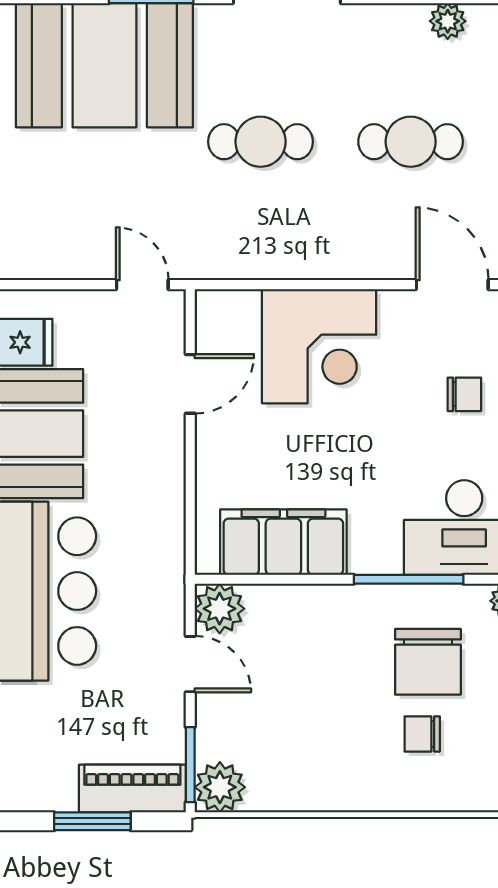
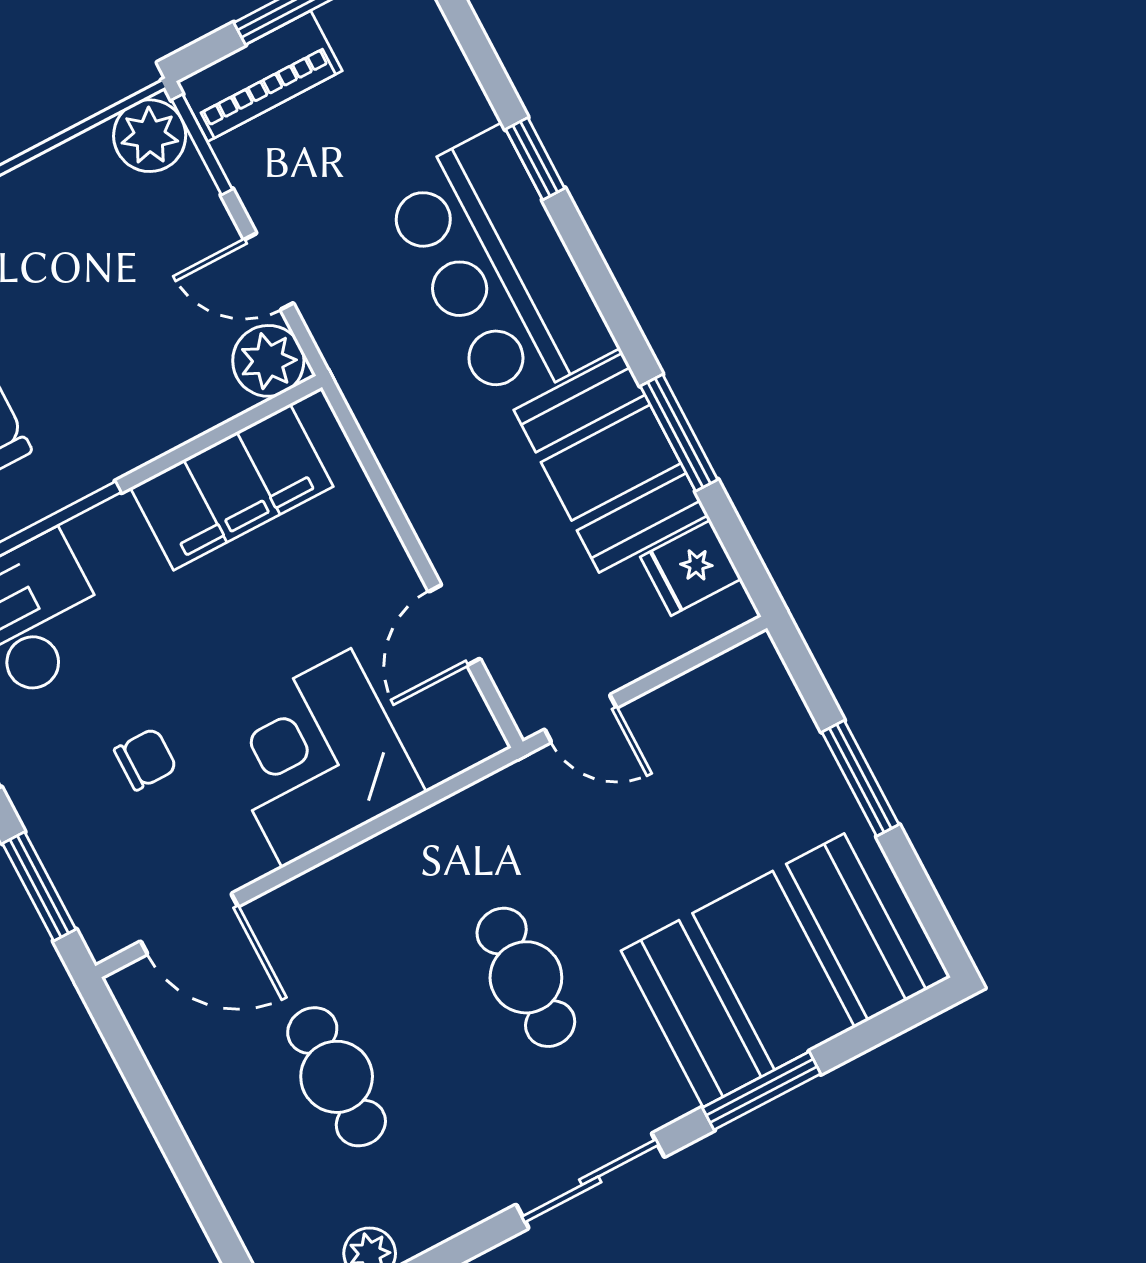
cafe table: (261, 142) -> (526, 977), turned 90
cafe table: (411, 142) -> (337, 1077), turned 90
chair: (464, 394) -> (146, 759), moved, turned 180

